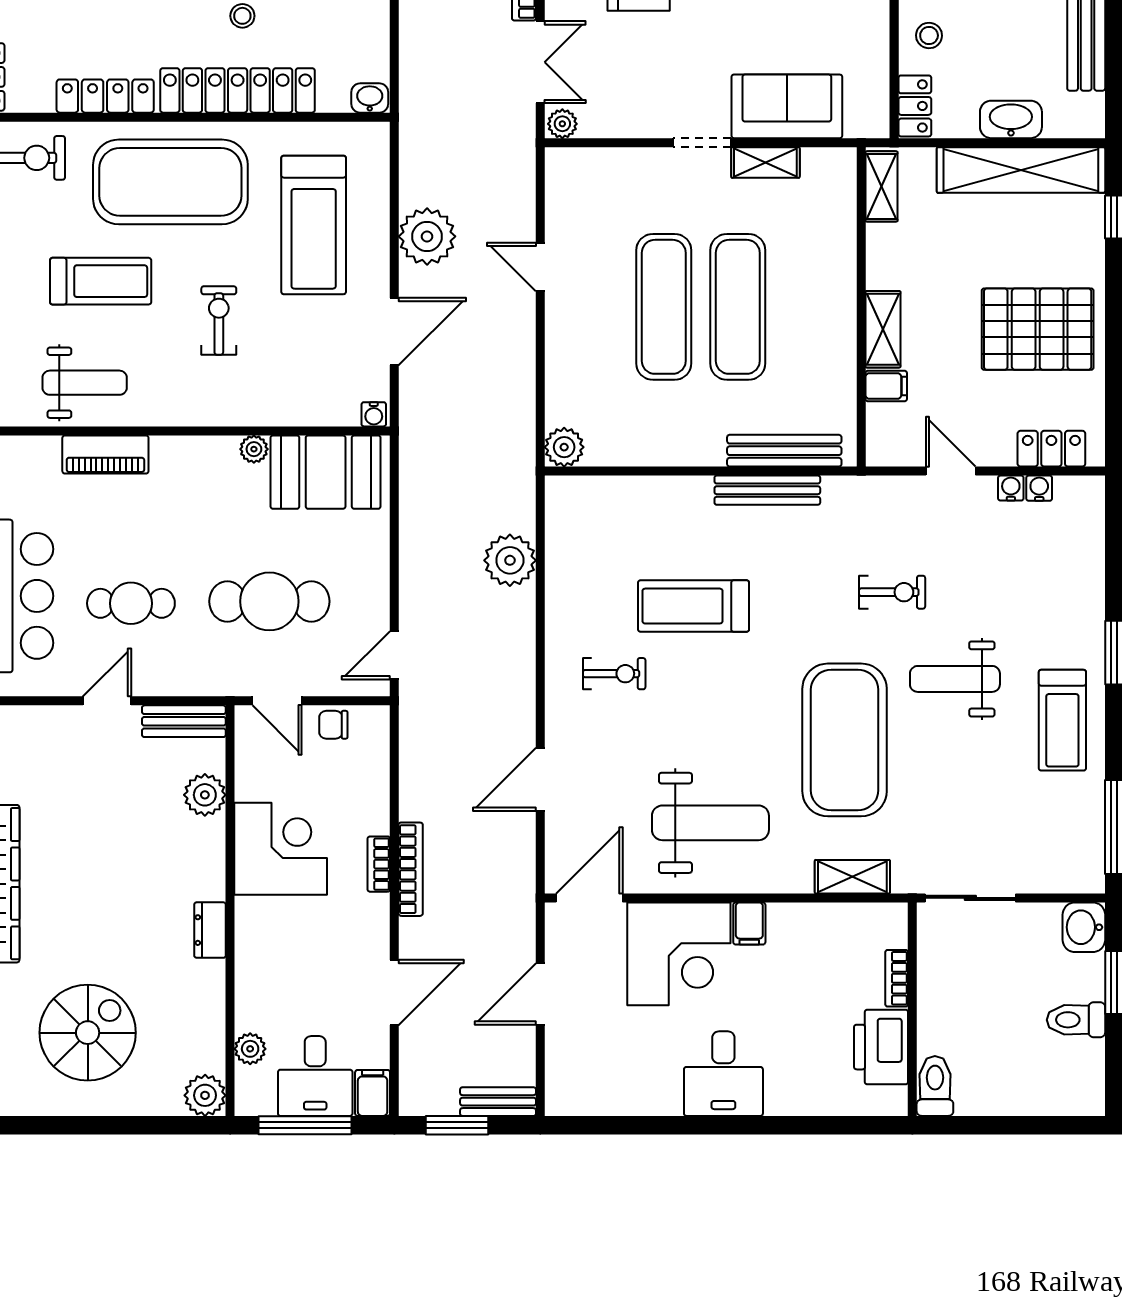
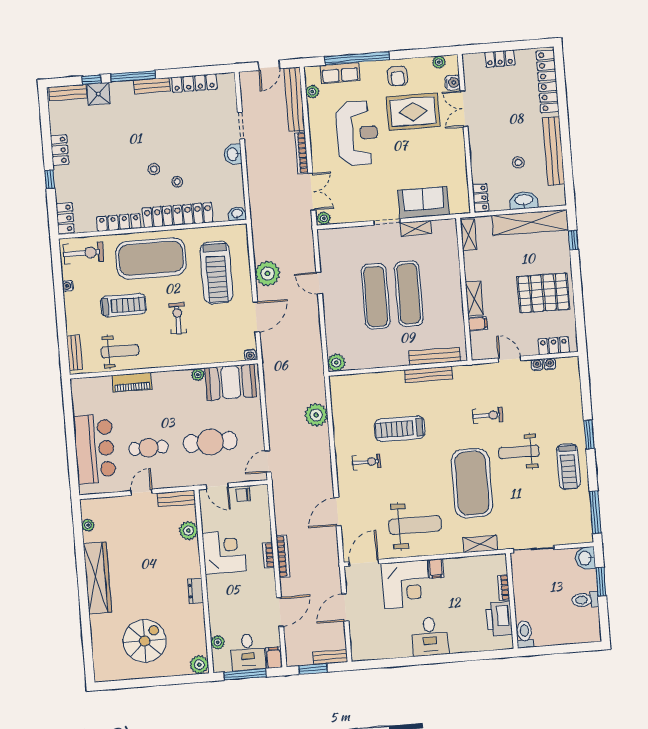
stool: (929, 36) -> (518, 162), moved

